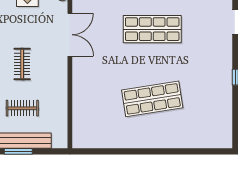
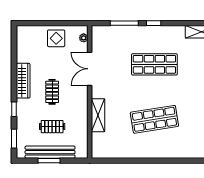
double door: (70, 35) -> (90, 69), swing flipped
shelving: (81, 94) -> (98, 115), added

